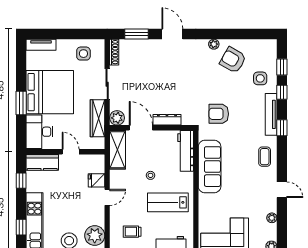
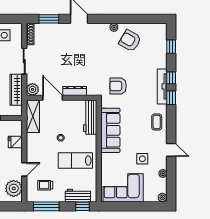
side table: (260, 78) -> (142, 159), moved
window: (282, 92) -> (171, 78), moved
door: (107, 197) -> (24, 169), moved

